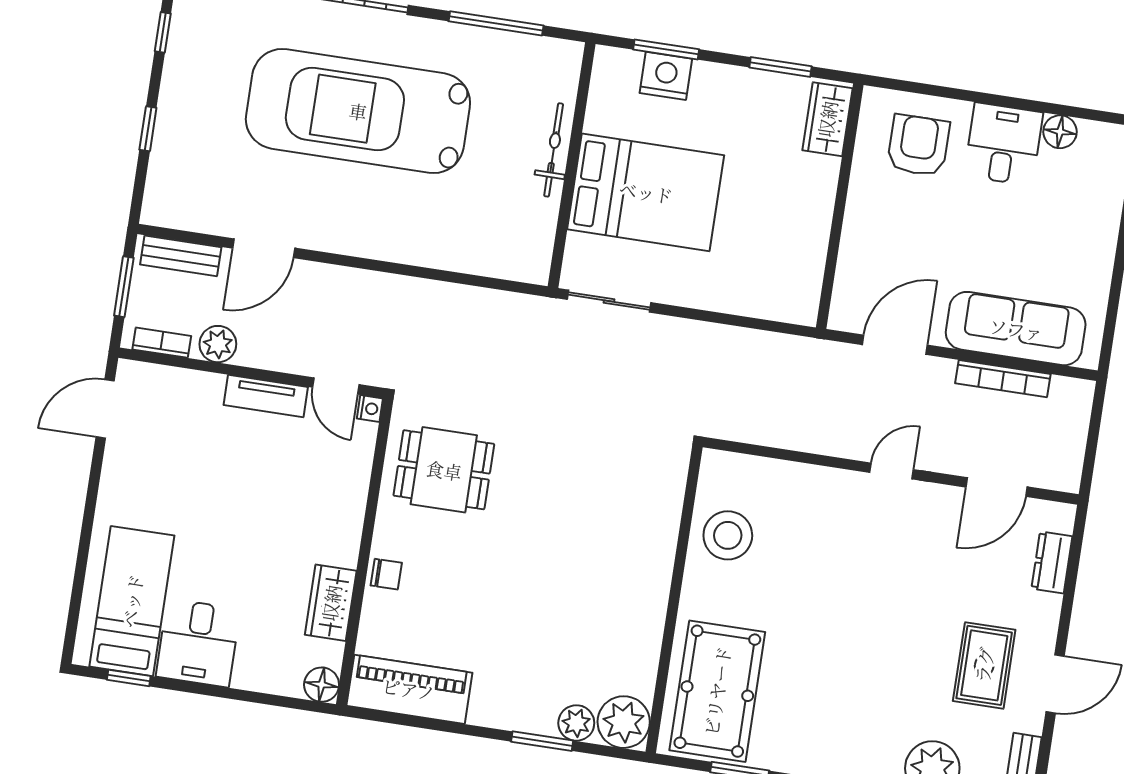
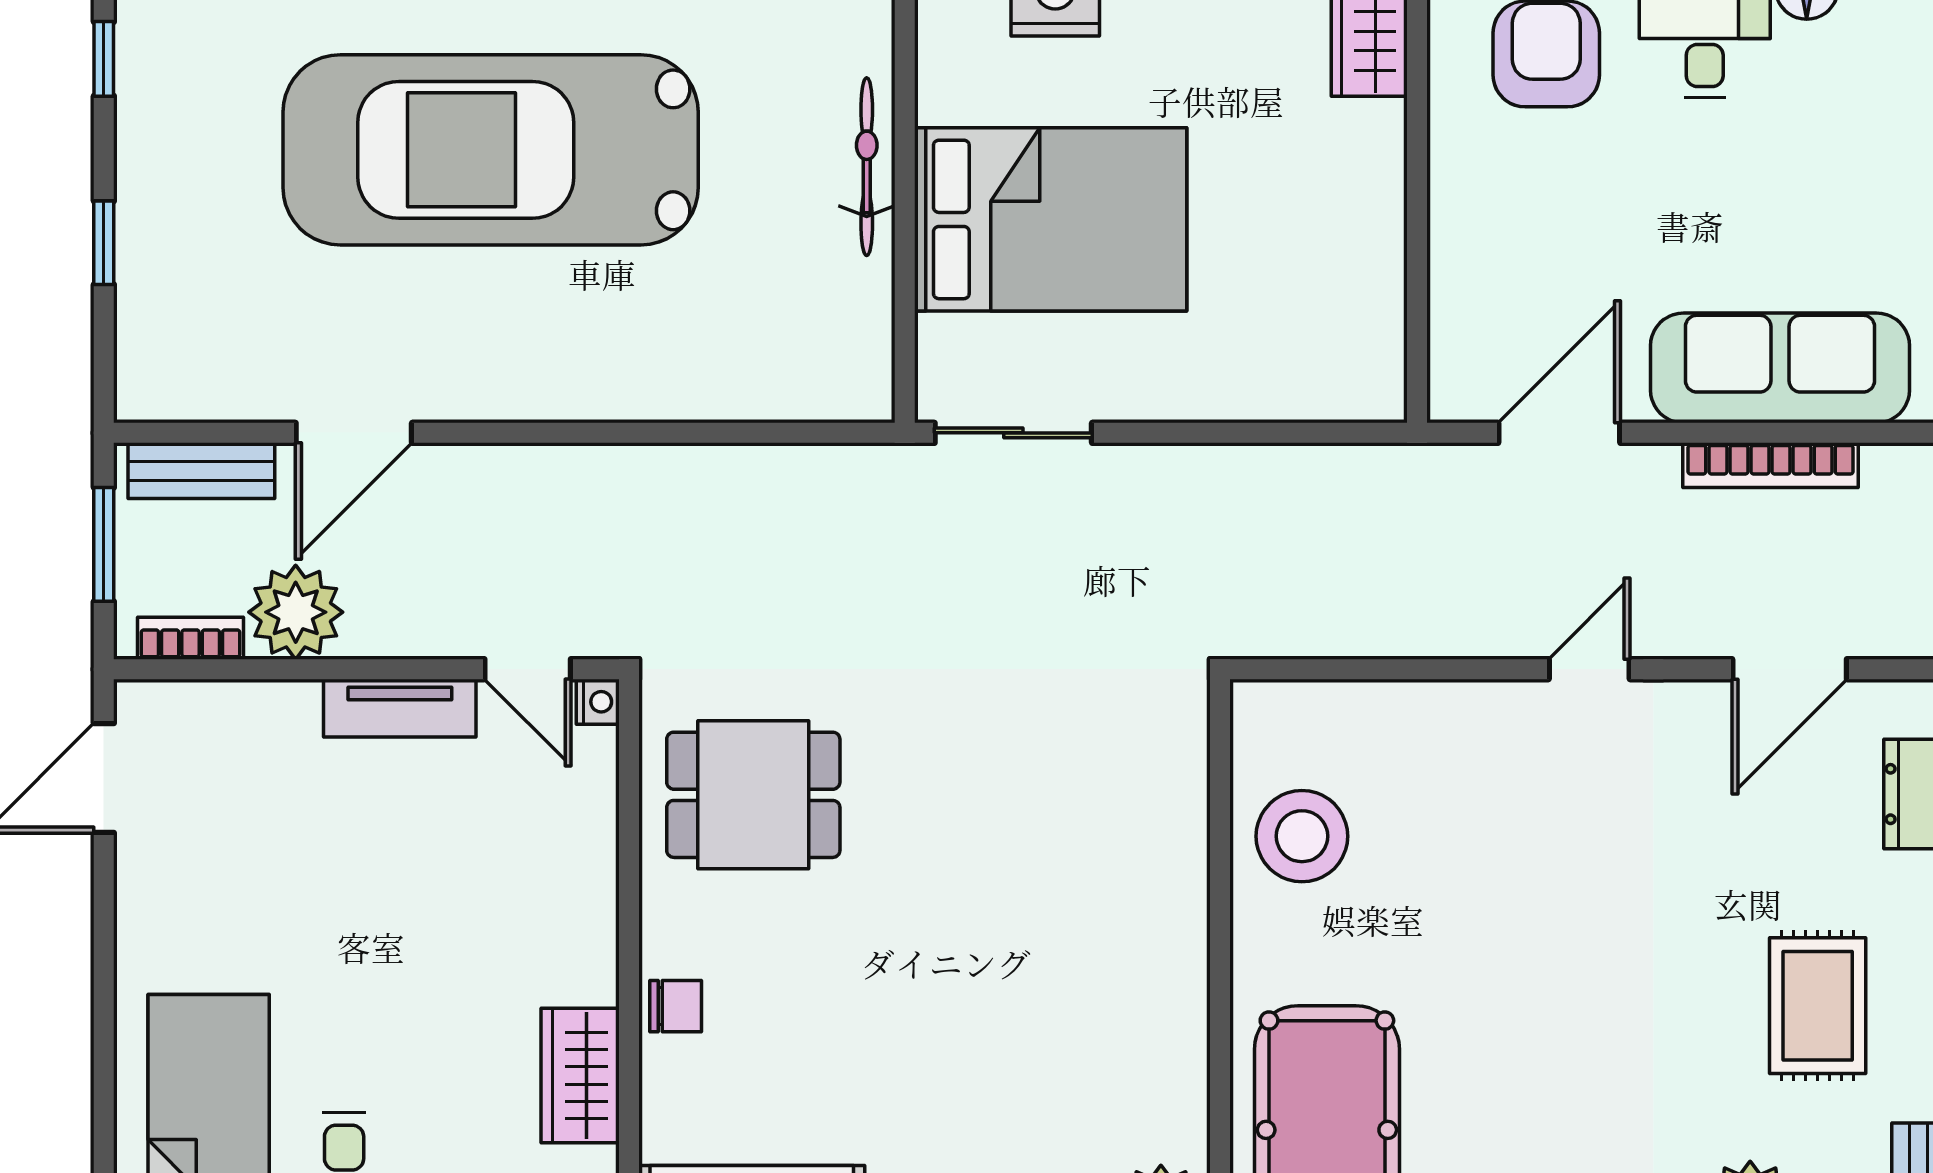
plant: (218, 344) -> (296, 612), width x1.36, depth x1.36

